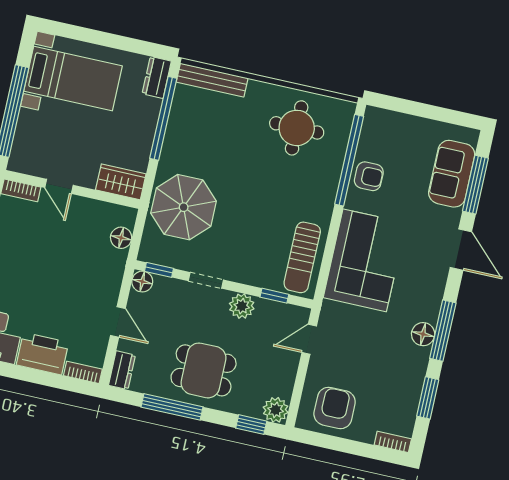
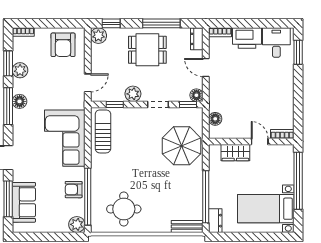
bench: (212, 80) -> (187, 226), width x0.73
plant: (376, 120) -> (77, 224), added
wardrobe: (121, 182) -> (235, 153), moved
plant: (411, 383) -> (20, 70), added

